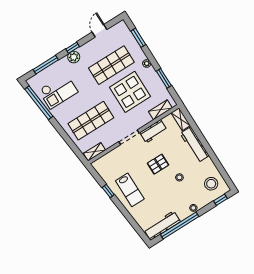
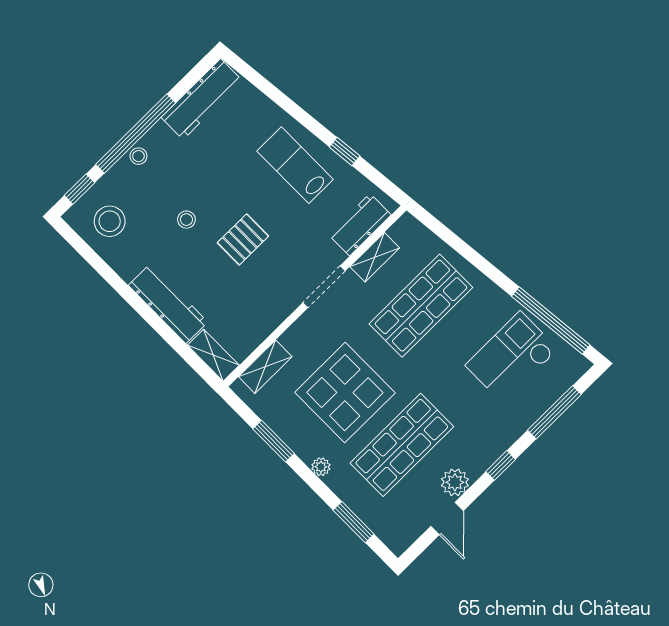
plant: (74, 57) -> (455, 482), moved
workbench: (153, 131) -> (360, 225), moved
shelving: (94, 152) -> (375, 257), moved
window: (180, 225) -> (136, 134), moved

